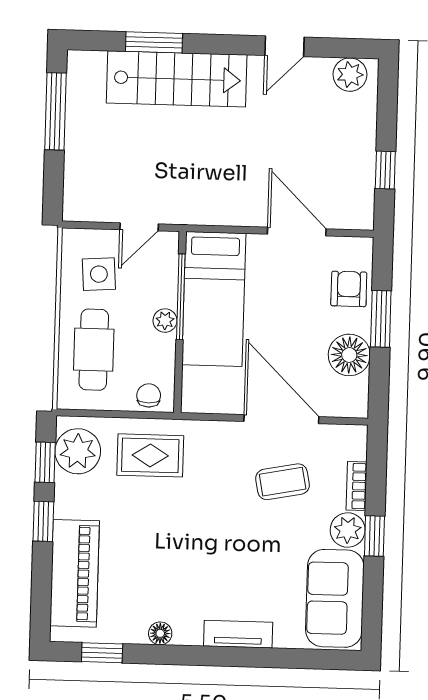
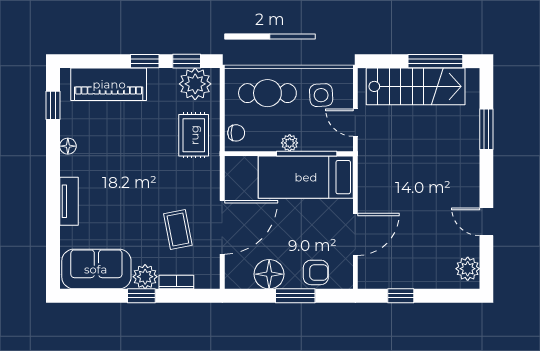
stairs: (177, 79) -> (416, 86), moved, turned -90

